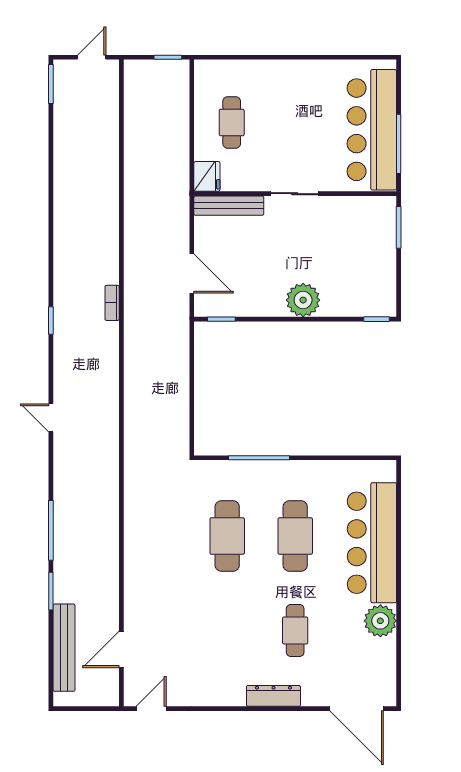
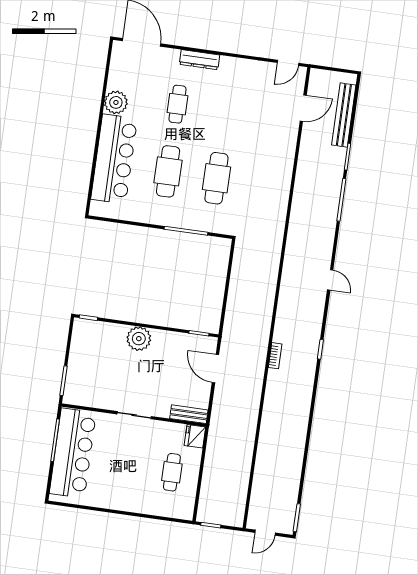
bench: (229, 206) -> (189, 414), width x0.73

